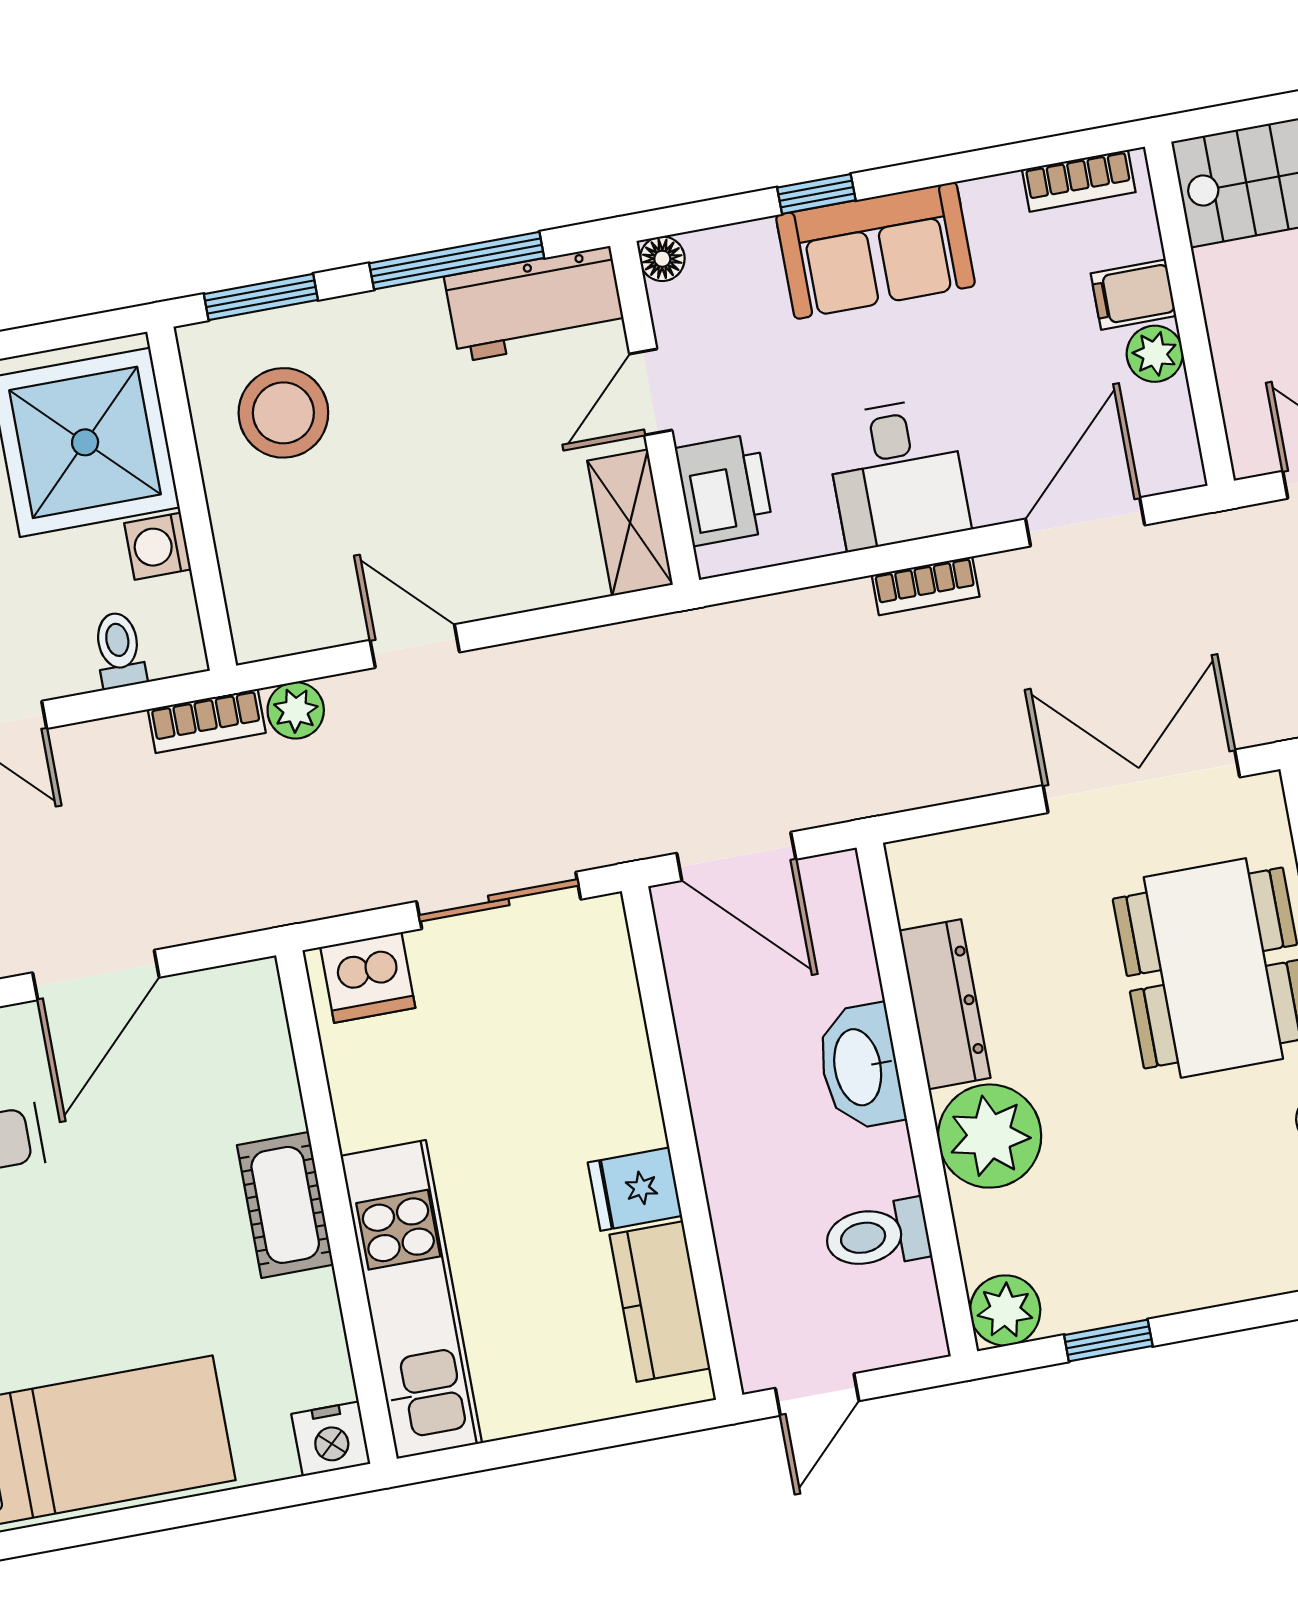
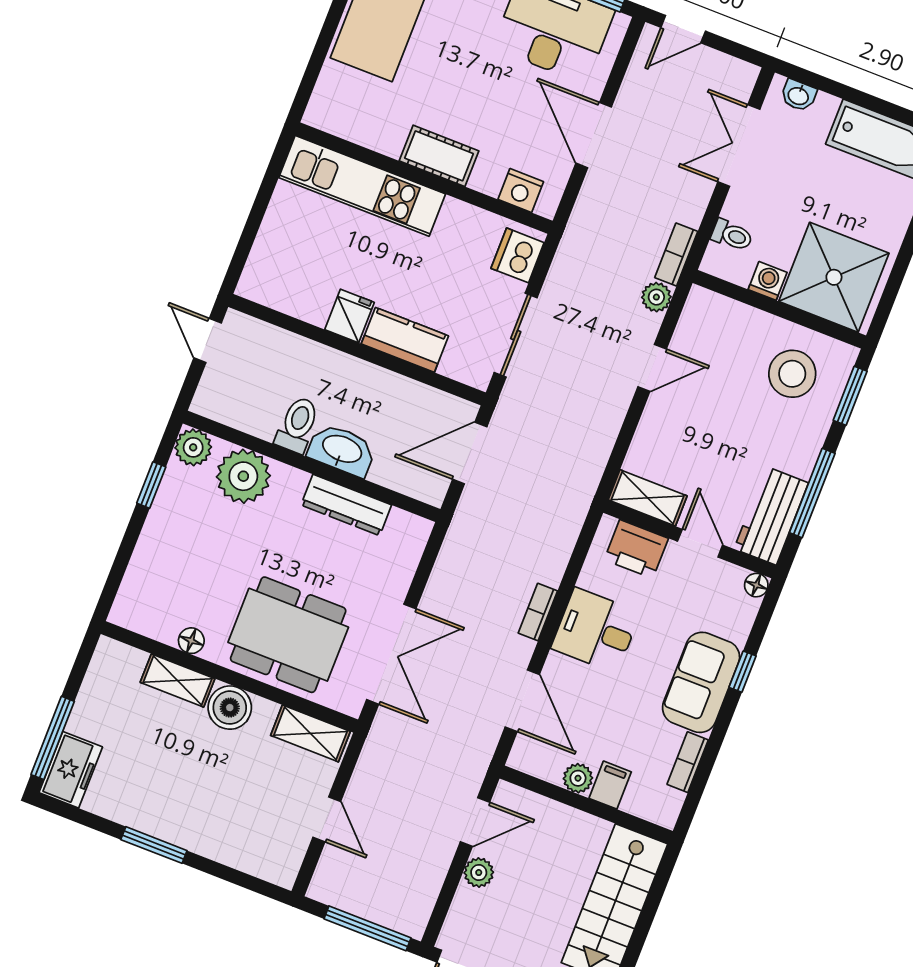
bookcase: (1079, 181) -> (688, 762), moved
plant: (990, 1136) -> (243, 476), moved
toilet: (877, 1235) -> (297, 425), moved
kitchen counter: (660, 1302) -> (405, 340), moved
nightstand: (331, 1439) -> (521, 191), moved, turned -90

